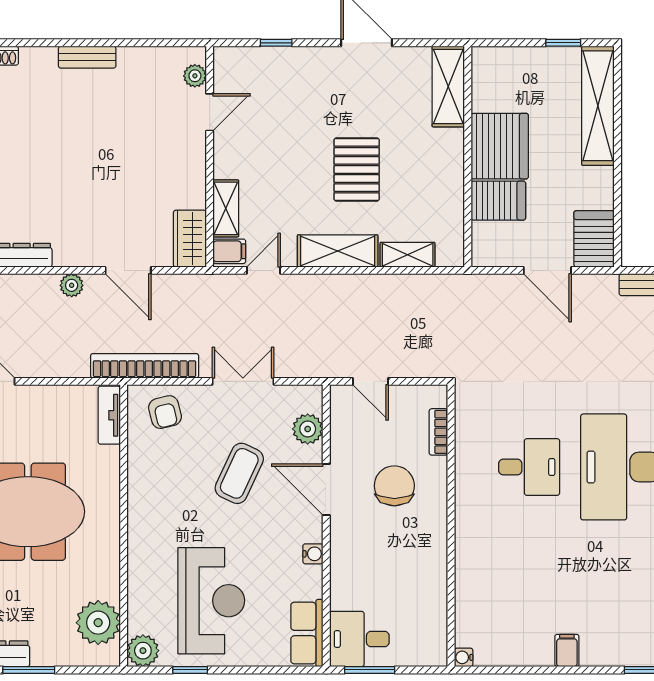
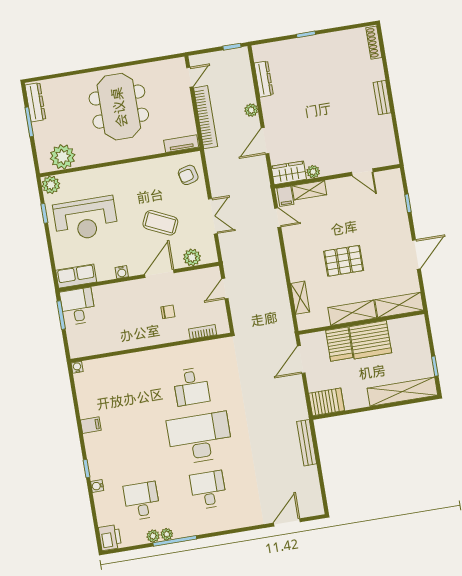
plant: (195, 76) -> (313, 172), moved
shelving: (338, 251) -> (352, 313), moved, turned 90
door: (547, 270) -> (301, 360), moved
bookcase: (145, 366) -> (206, 117), moved
chair: (394, 486) -> (168, 312), width x0.54, depth x0.54

